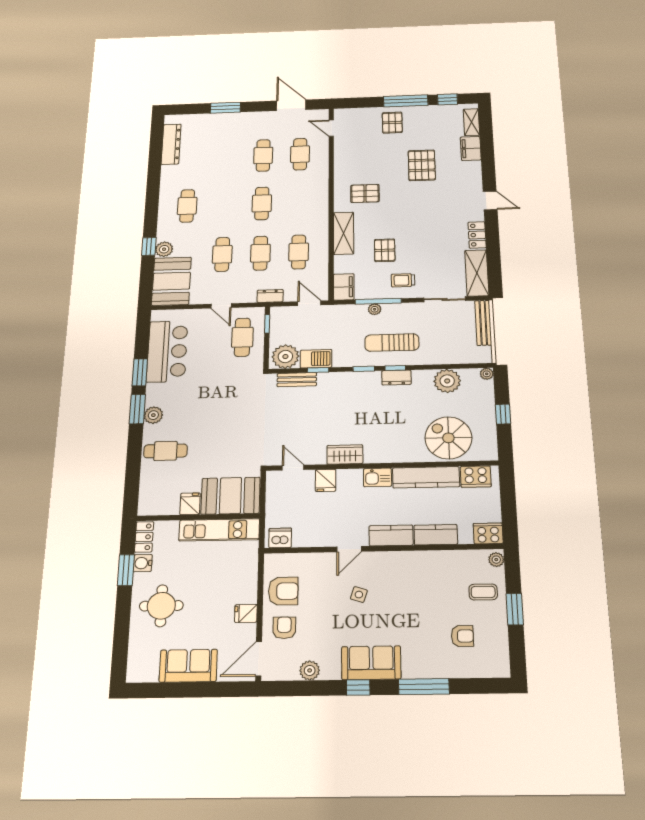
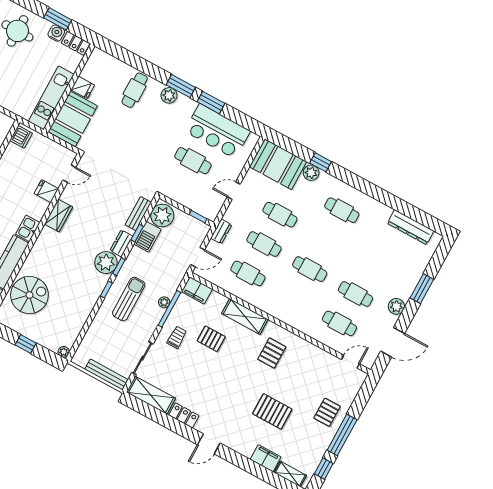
plant: (255, 119) -> (396, 306), added
pallet: (392, 123) -> (327, 412), turned 90
cafe table: (242, 337) -> (193, 161), moved
dresser: (396, 378) -> (121, 243), moved
plant: (447, 381) -> (106, 263), moved

